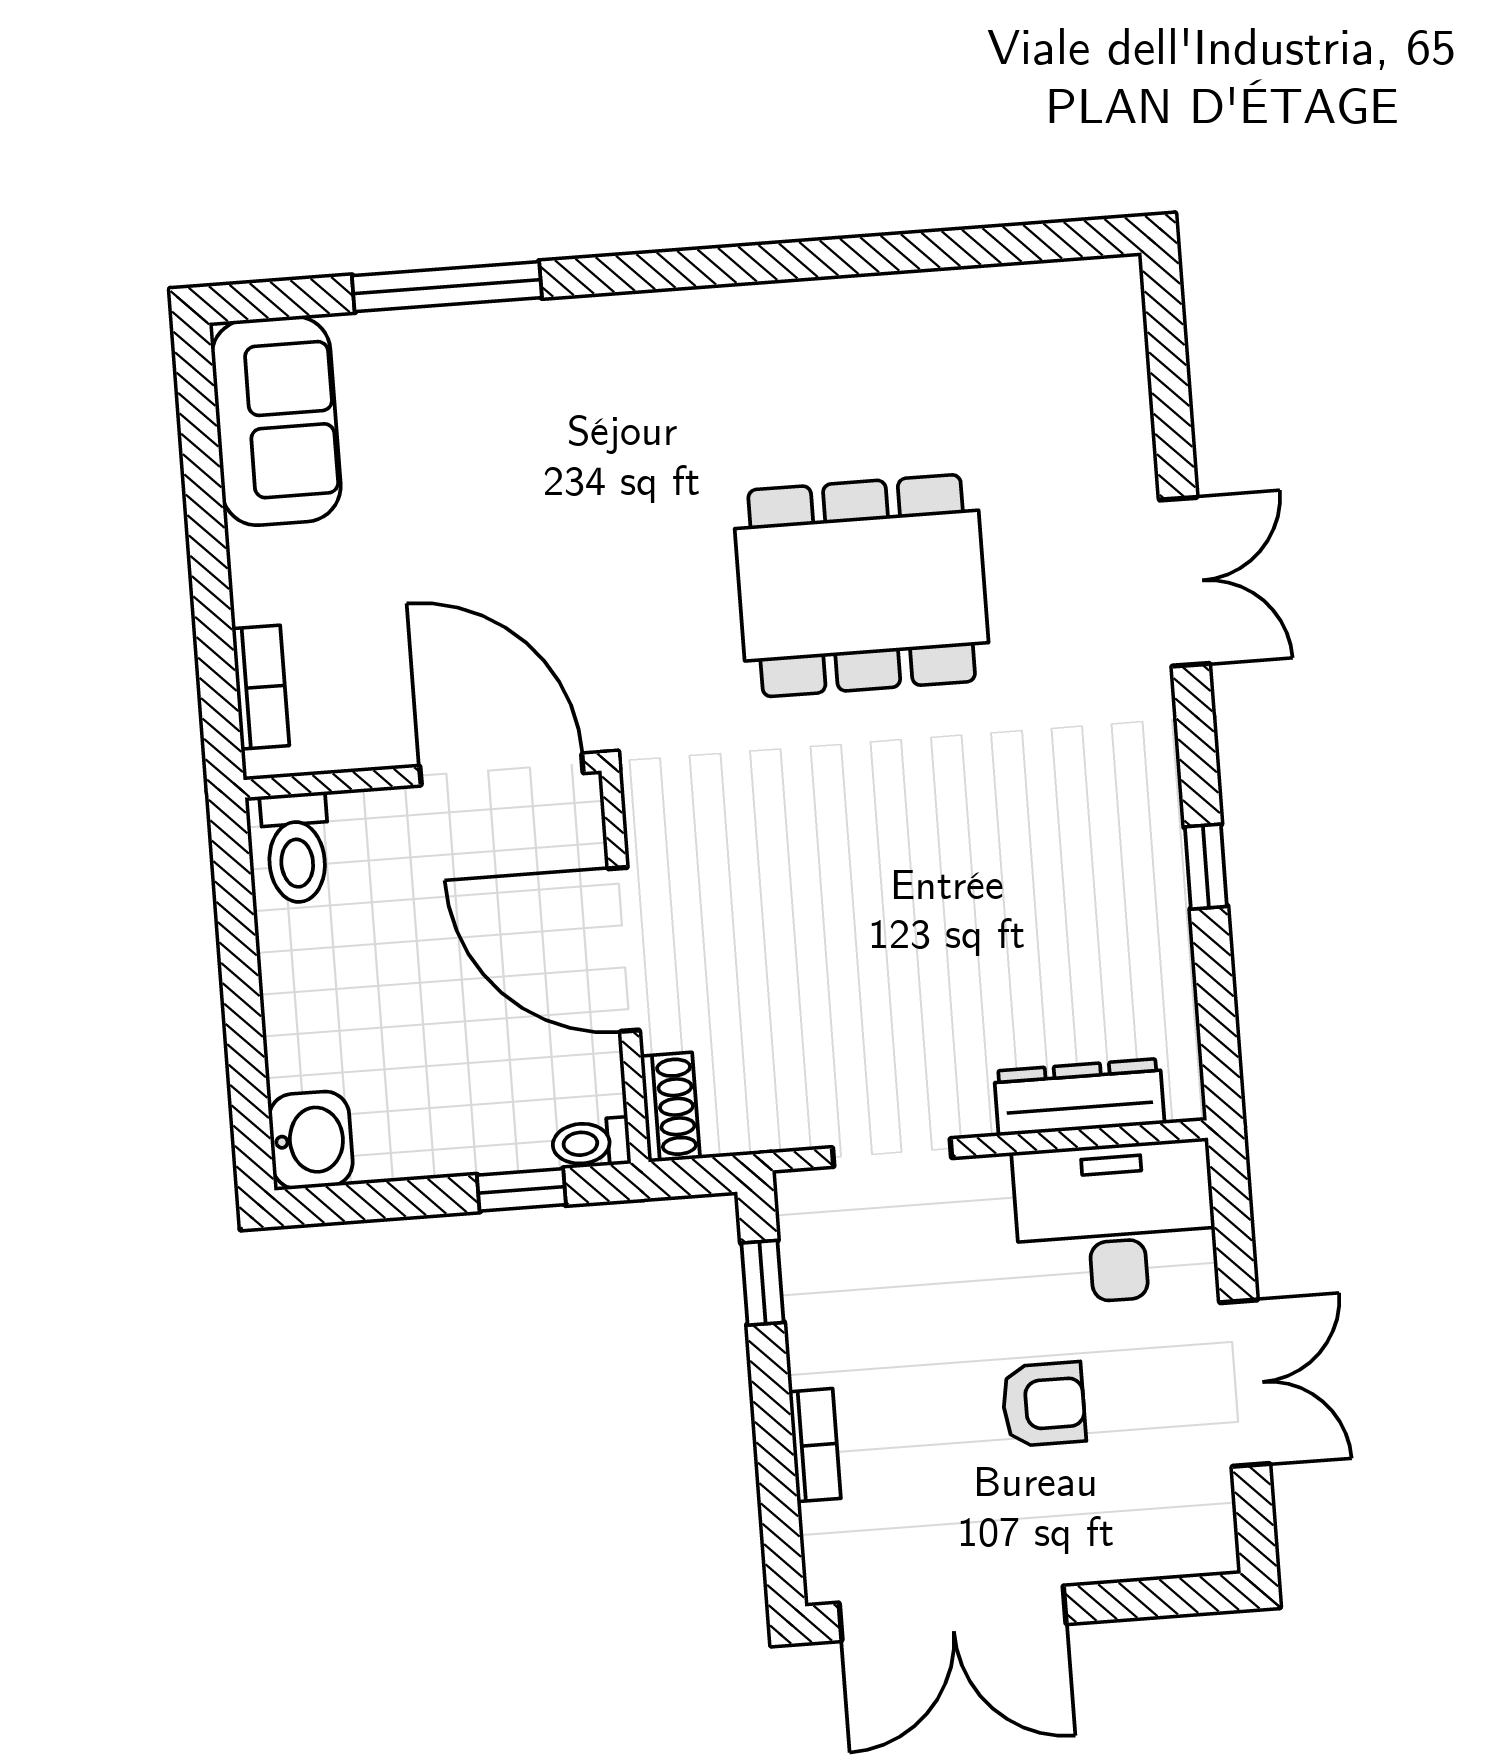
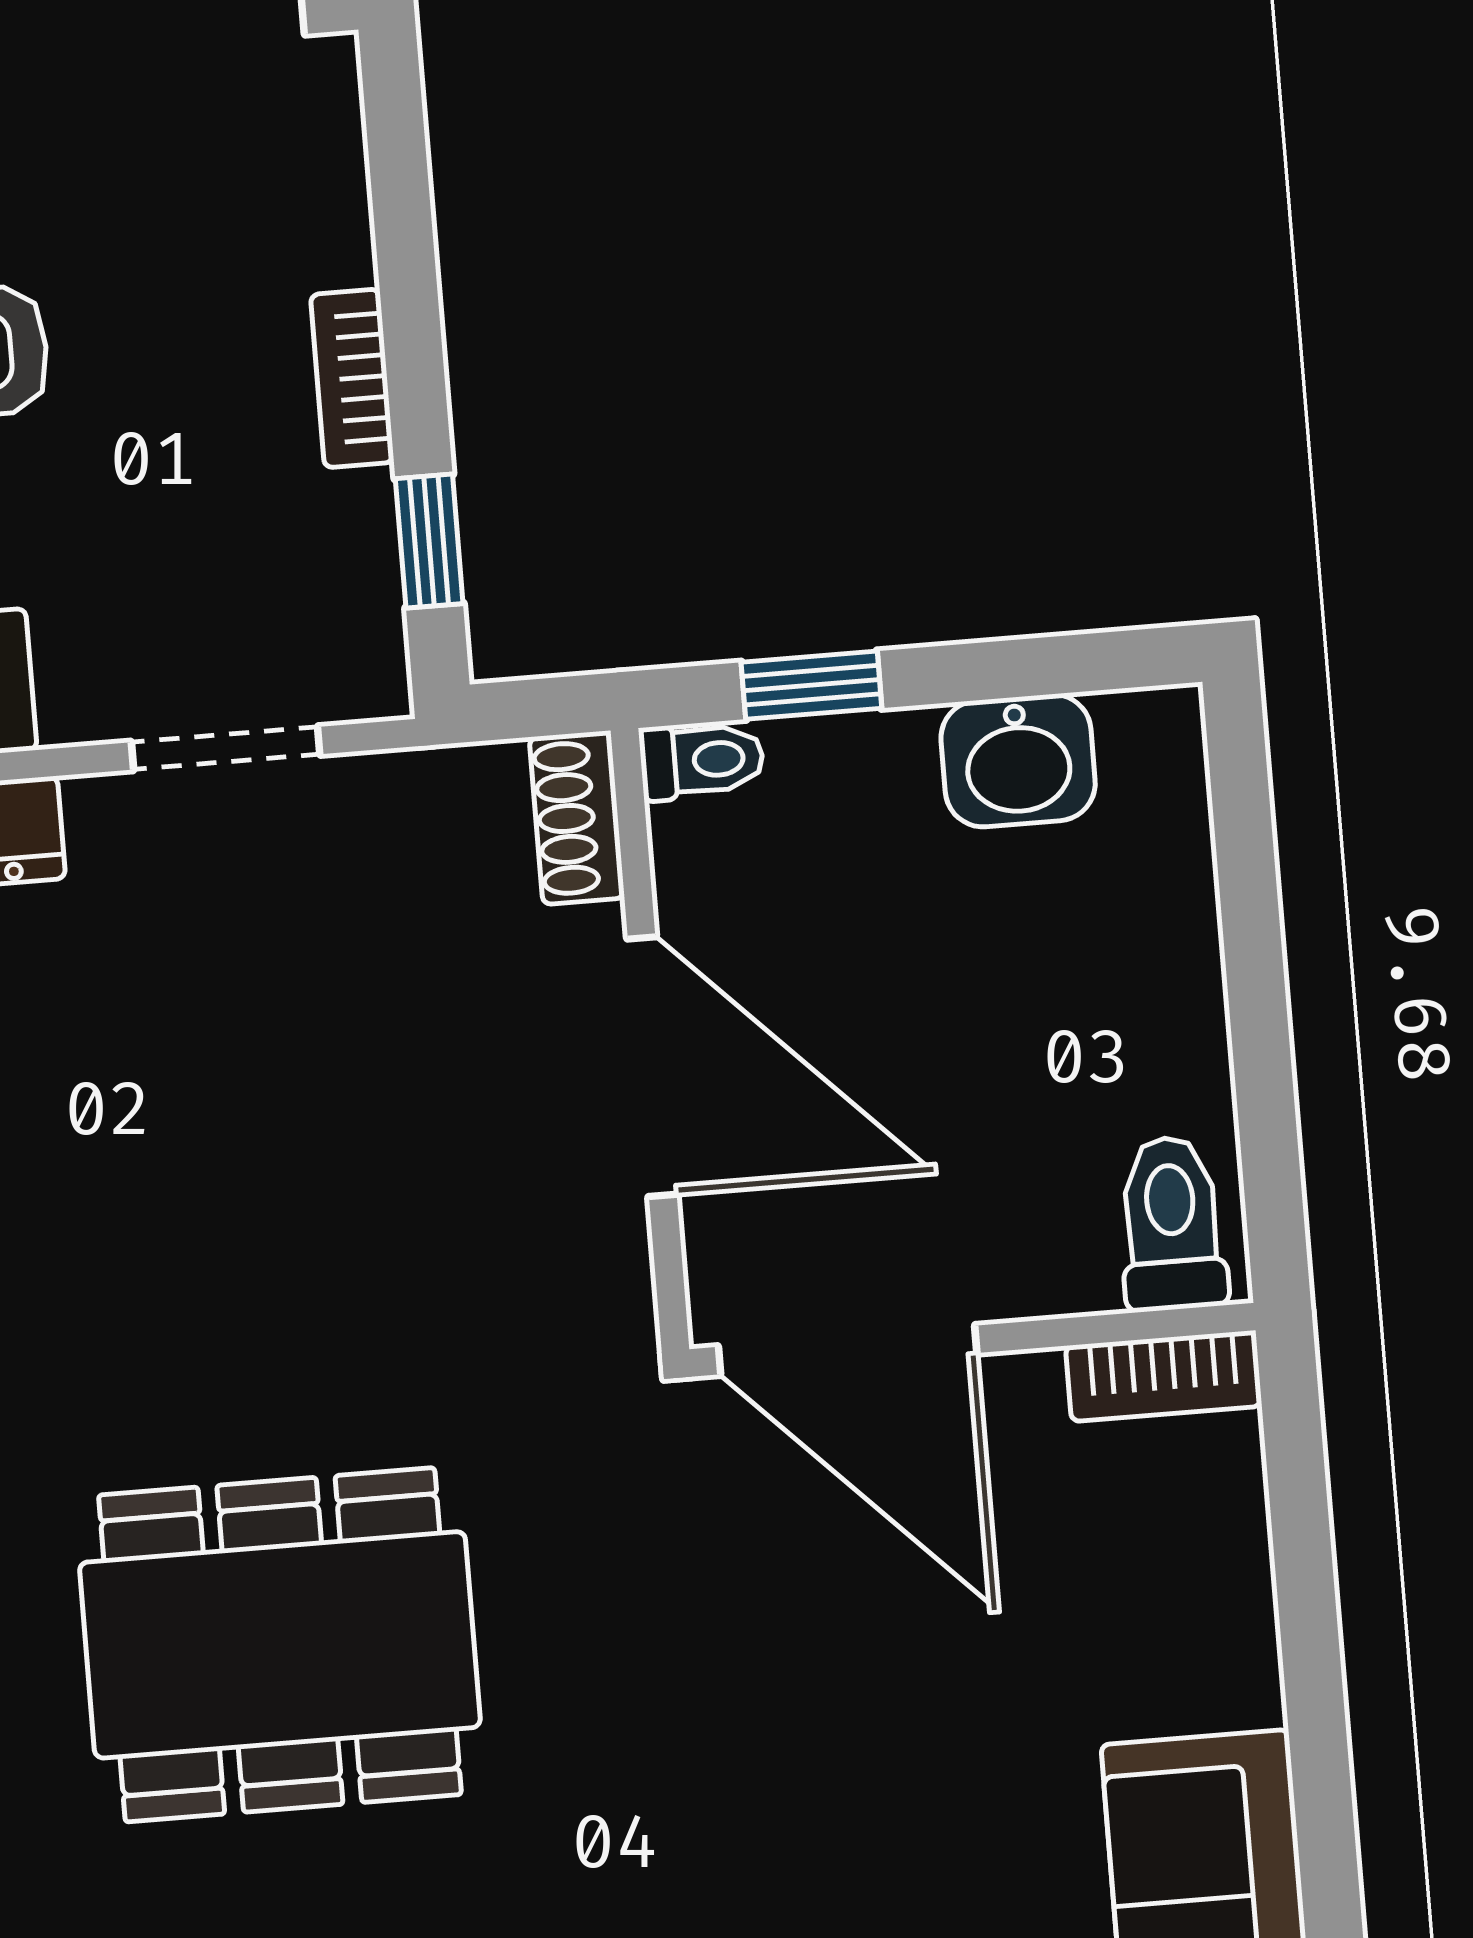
bookcase: (261, 687) -> (1164, 1376), moved, turned -90
washbasin: (311, 1140) -> (1018, 761), moved, turned -90
bookcase: (815, 1445) -> (352, 378), moved

